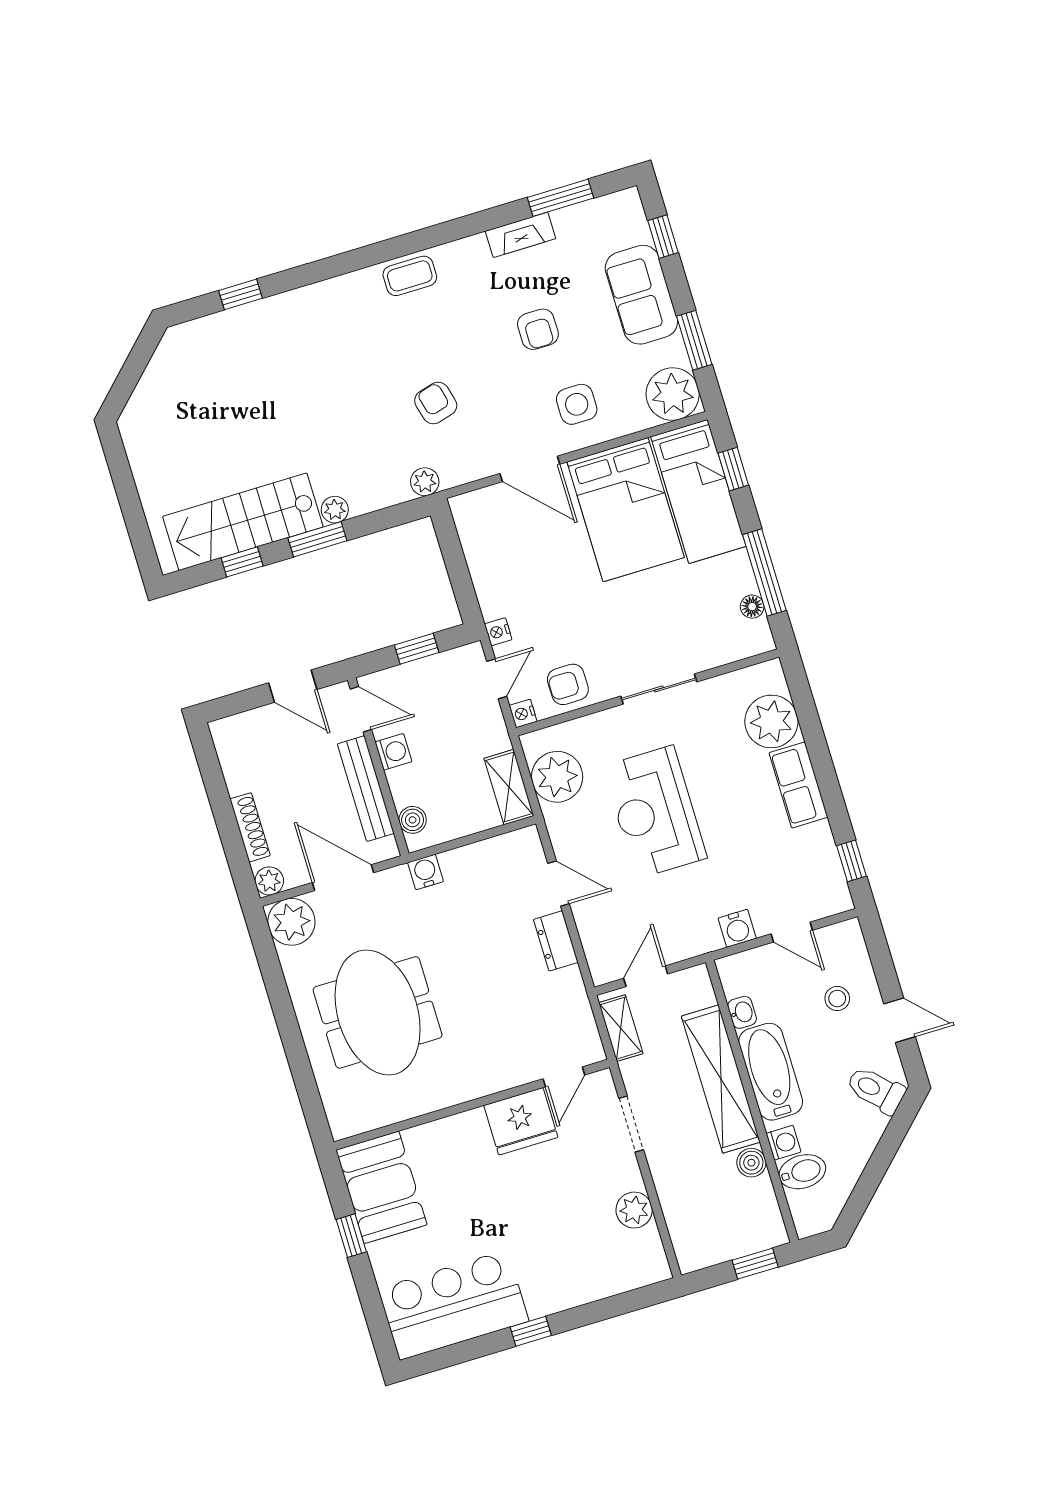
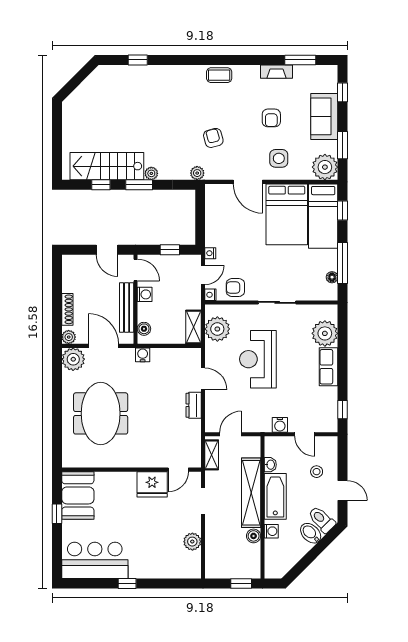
bidet: (802, 1172) -> (311, 533), moved, turned -135

